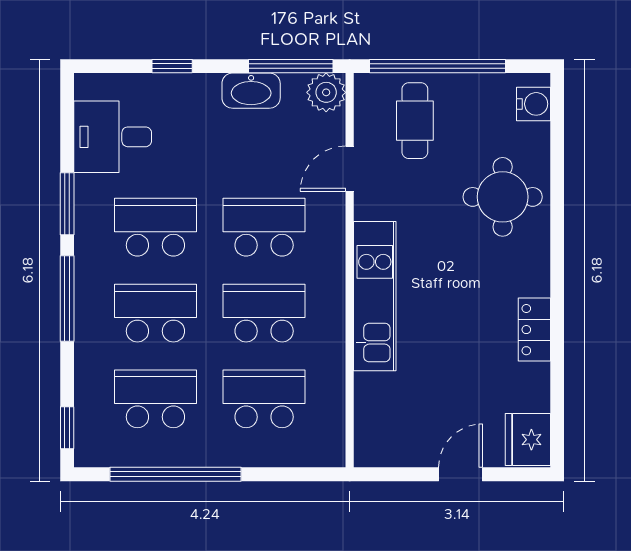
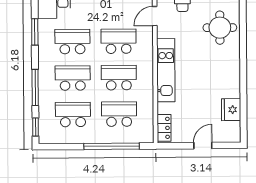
window: (67, 298) -> (35, 87), moved
locker: (534, 330) -> (164, 128), moved, turned 180
fridge: (528, 440) -> (231, 110), moved
window: (175, 474) -> (112, 146), moved

